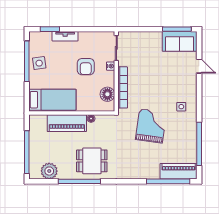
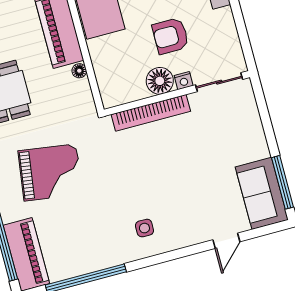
floor lamp: (107, 94) -> (160, 81), moved
grand piano: (151, 126) -> (50, 172), moved

